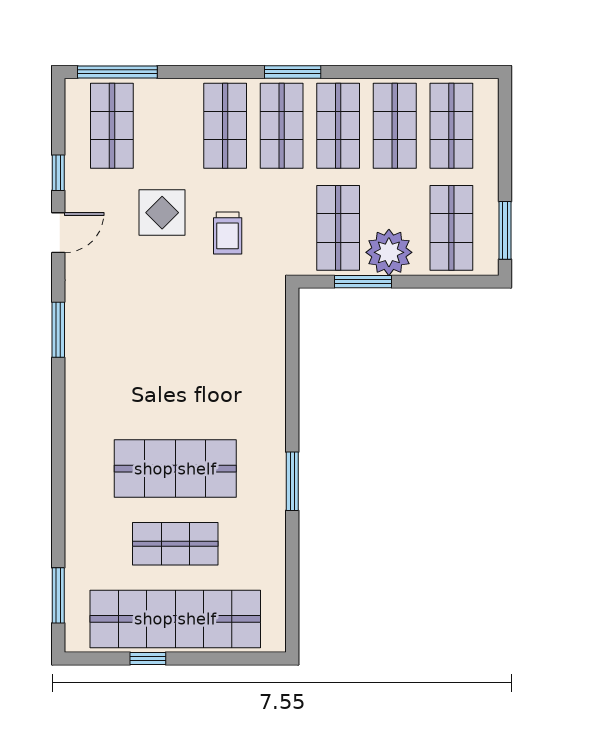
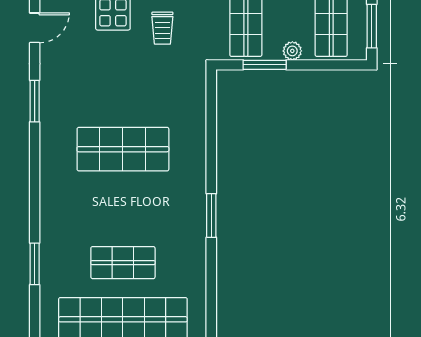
plant: (389, 252) -> (292, 51), width x0.53, depth x0.53
shop shelf: (175, 469) -> (123, 149), moved
window: (58, 595) -> (35, 264), moved

